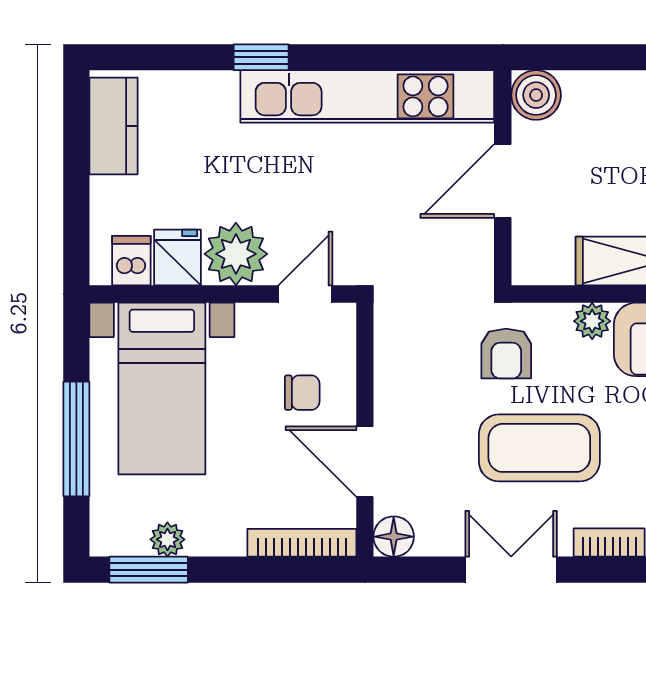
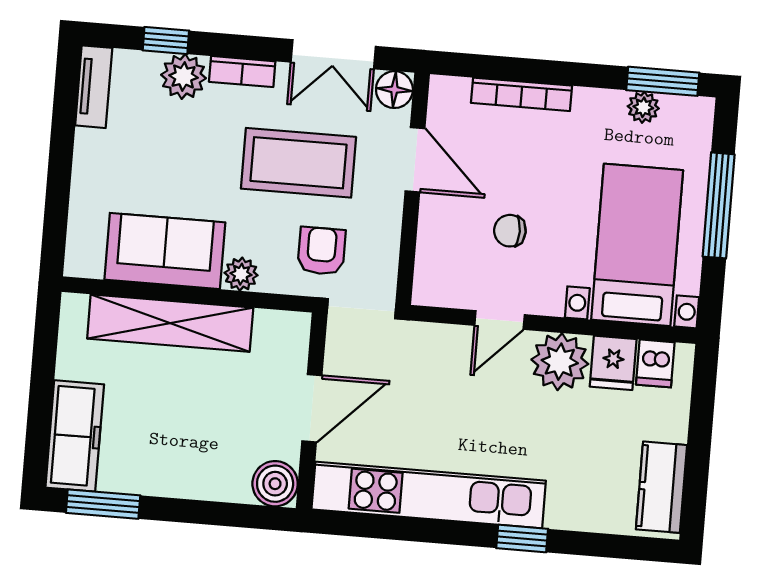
wall: (365, 430) -> (413, 189), moved
door: (365, 462) -> (415, 160), moved
floor lamp: (394, 537) -> (394, 90), moved

